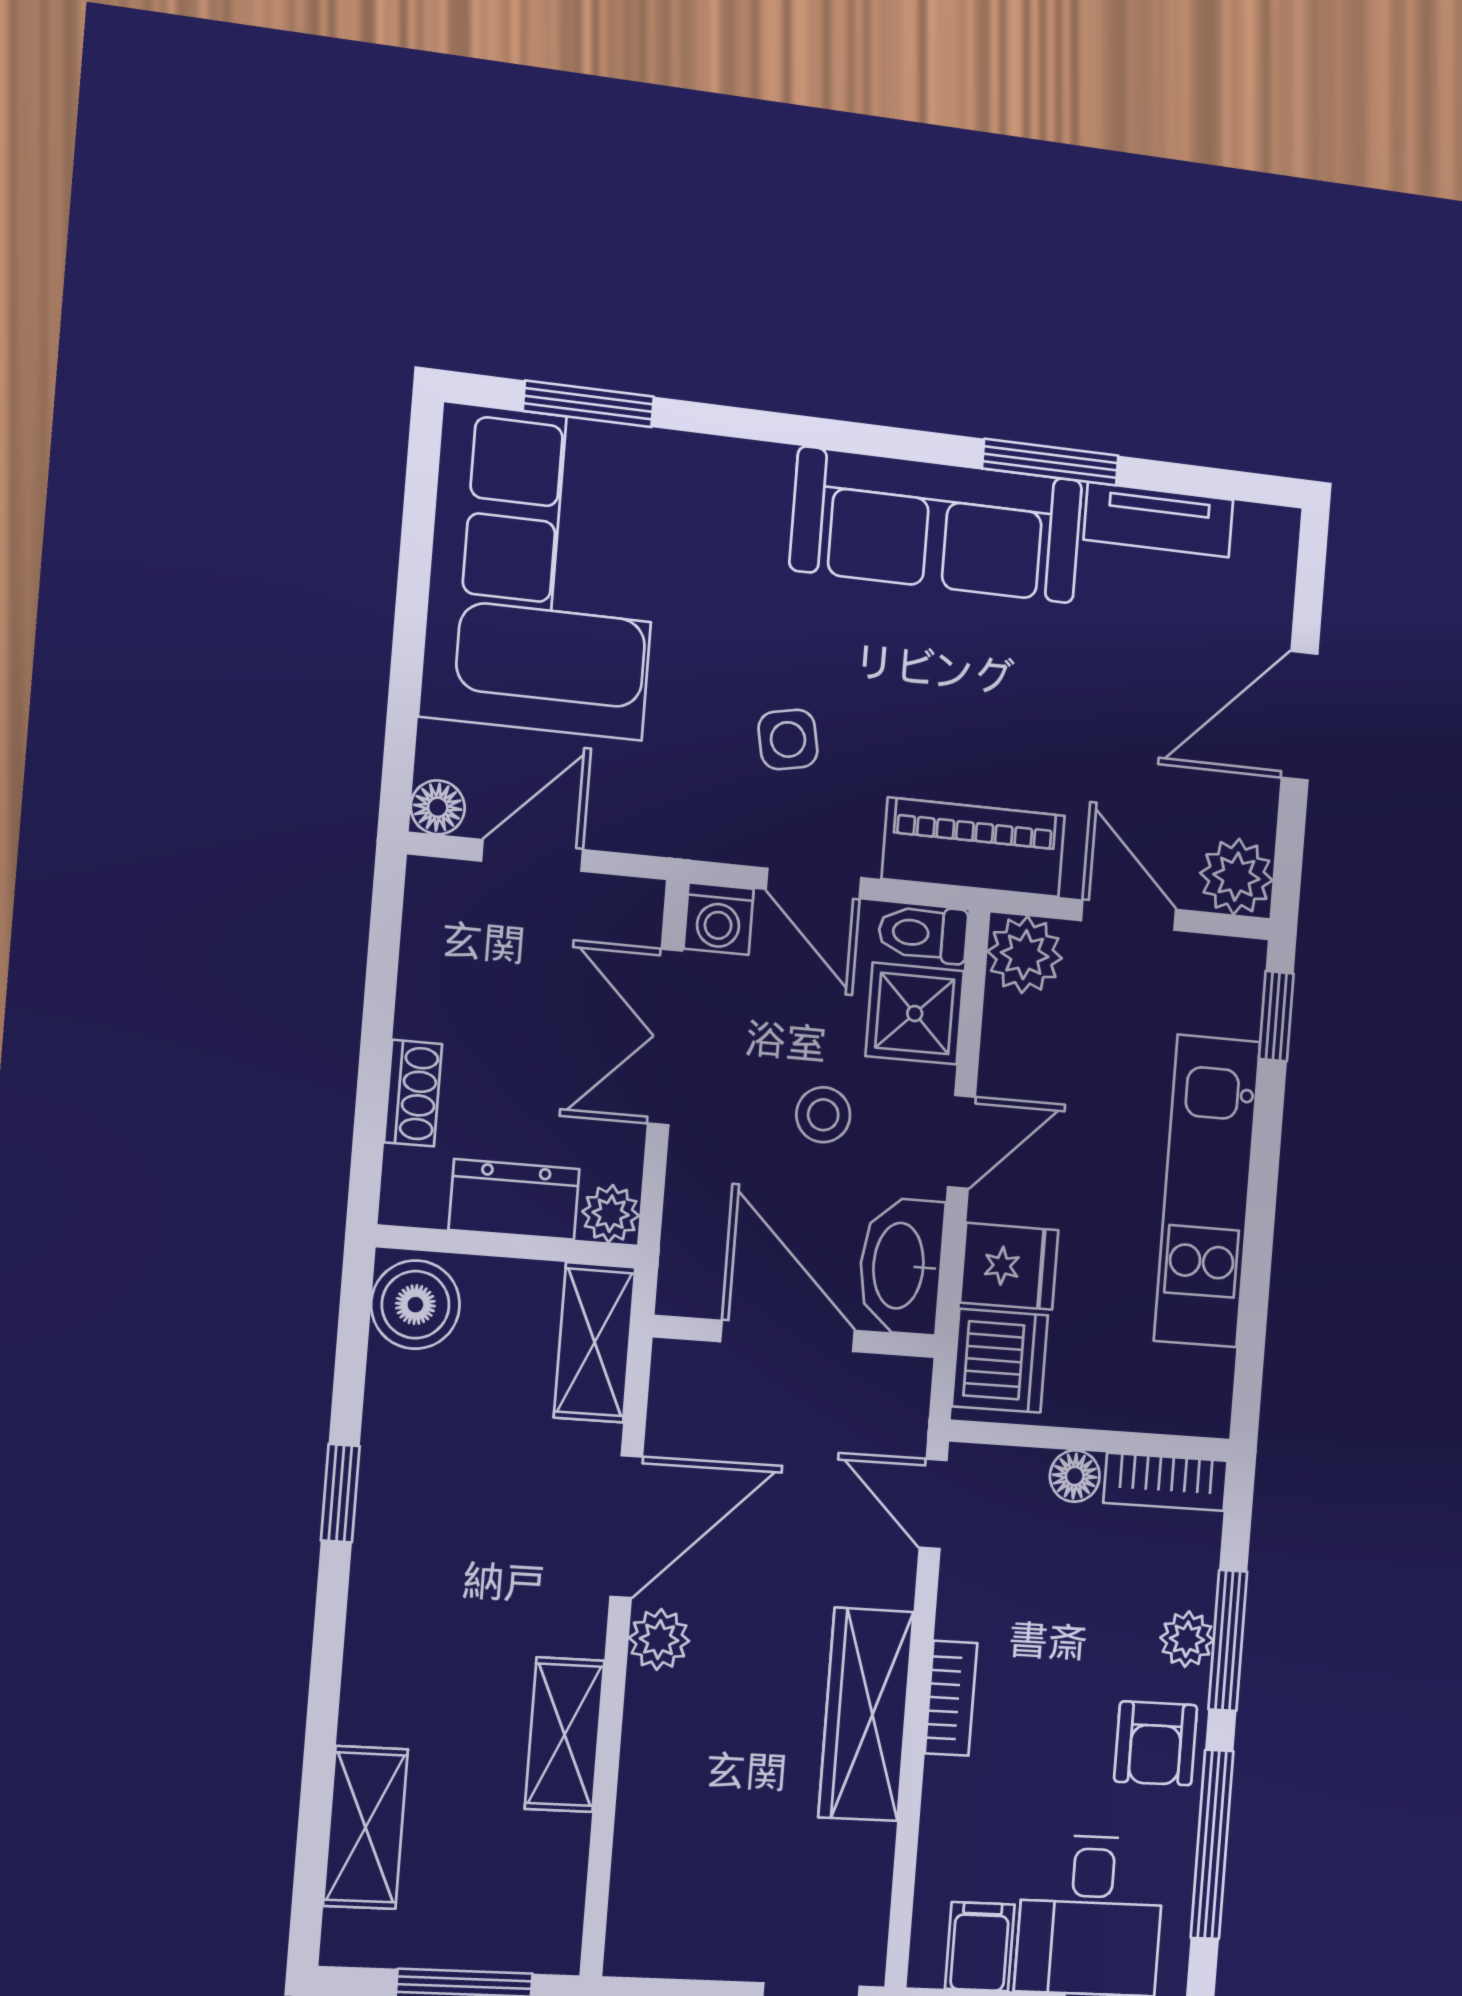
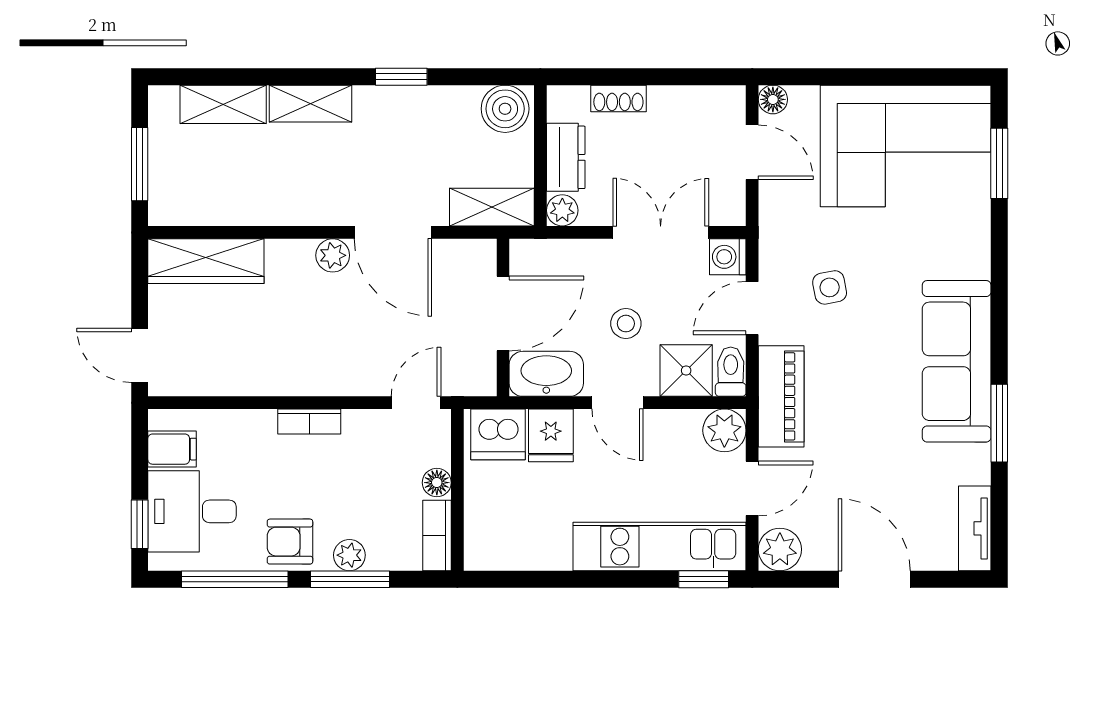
tv unit: (1159, 520) -> (975, 528), moved
kitchen unit: (1207, 1191) -> (660, 547), moved
wardrobe: (866, 1714) -> (206, 261), moved, turned 180
shelving: (565, 1735) -> (311, 104), moved

